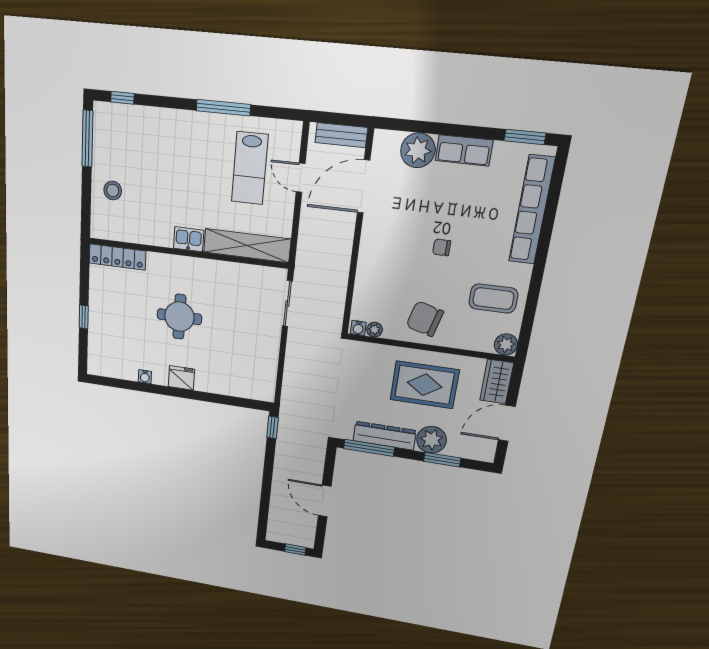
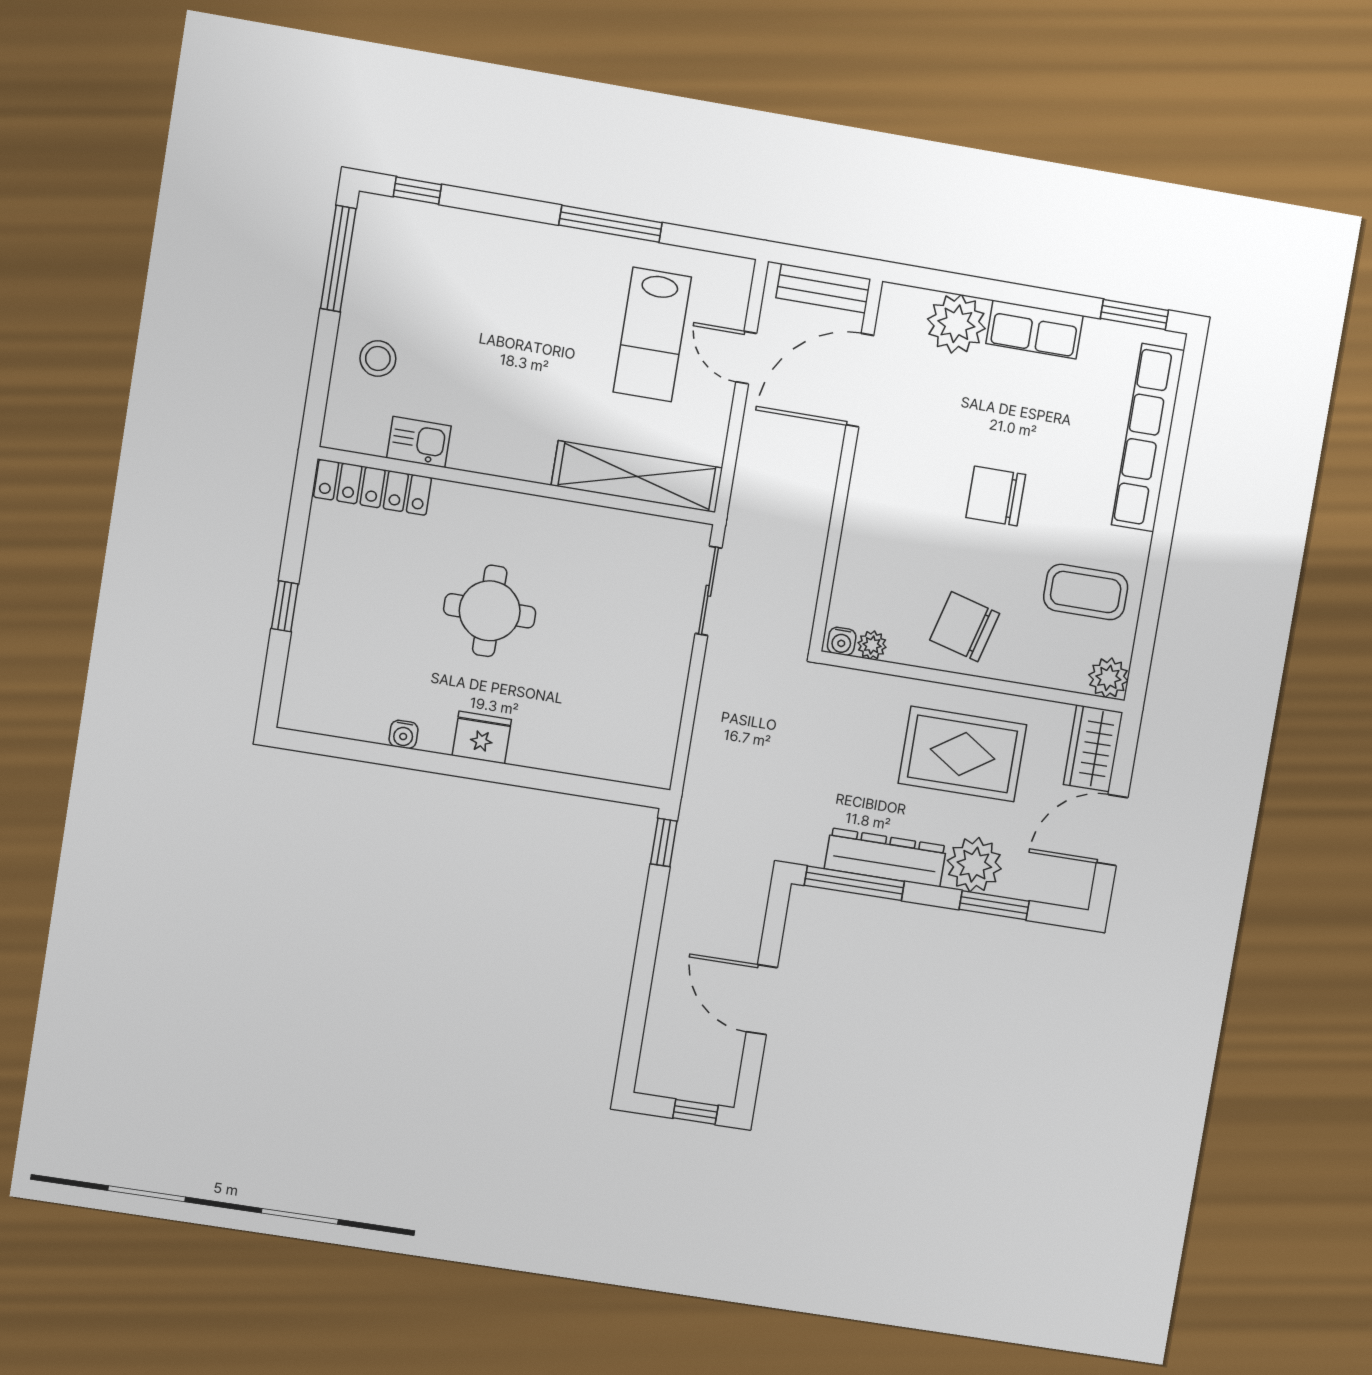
kitchen sink: (189, 239) -> (419, 442), moved
chair: (442, 247) -> (996, 496), width x1.87, depth x1.87

